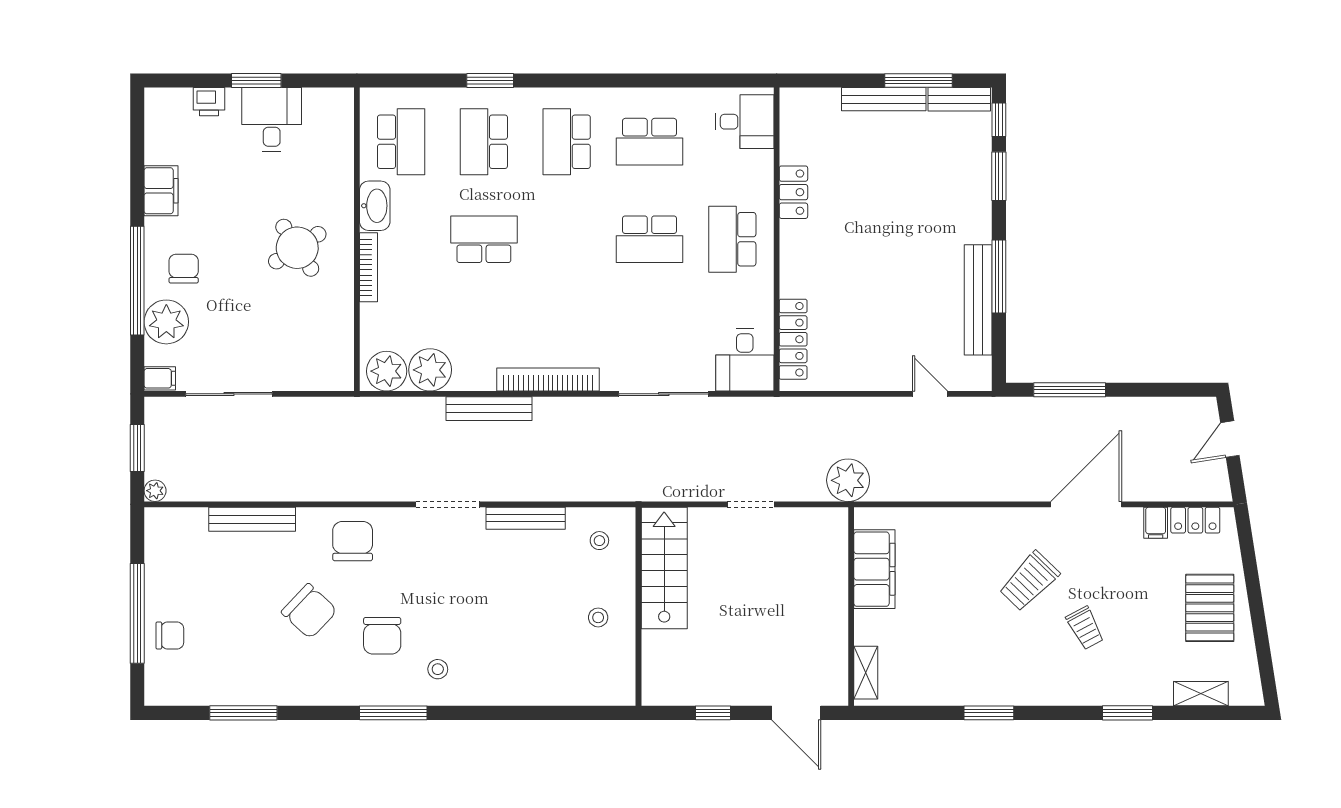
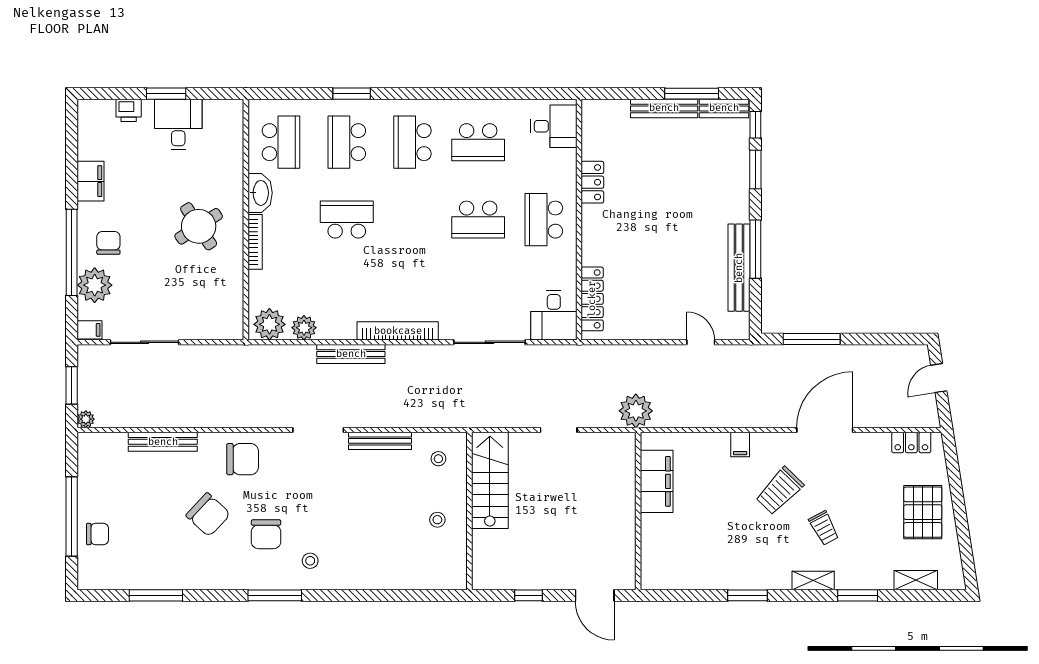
plant: (430, 370) -> (304, 328), width x0.73, depth x0.73
filing cabinet: (1156, 523) -> (740, 445), moved
chair: (353, 541) -> (243, 459), turned 90
shelving: (866, 673) -> (813, 580), moved, turned 90

